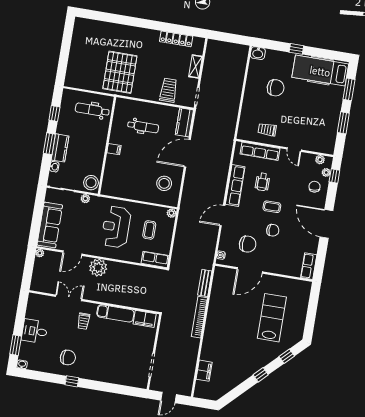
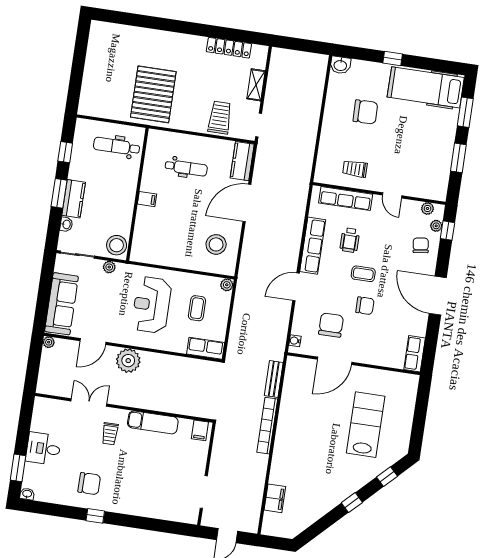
chair: (248, 244) -> (331, 325), turned -90
filing cabinet: (145, 319) -> (200, 430), width x0.50

